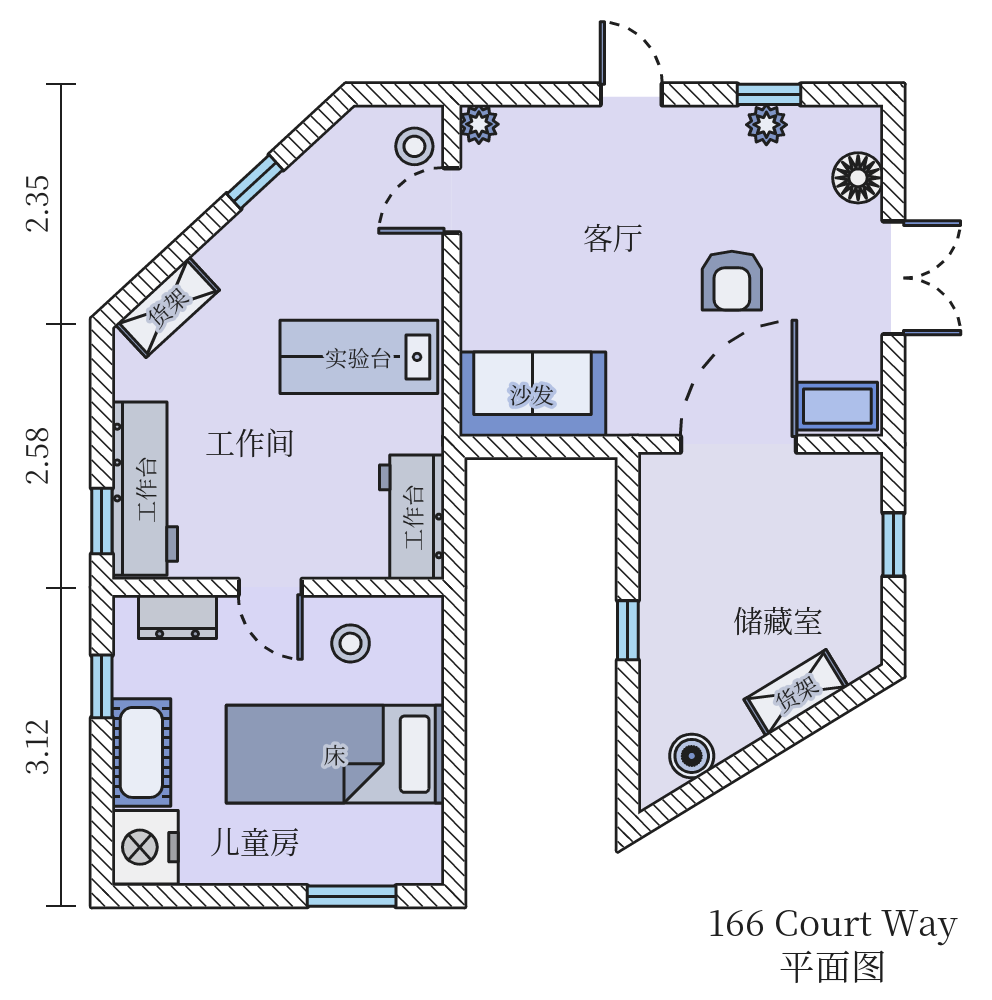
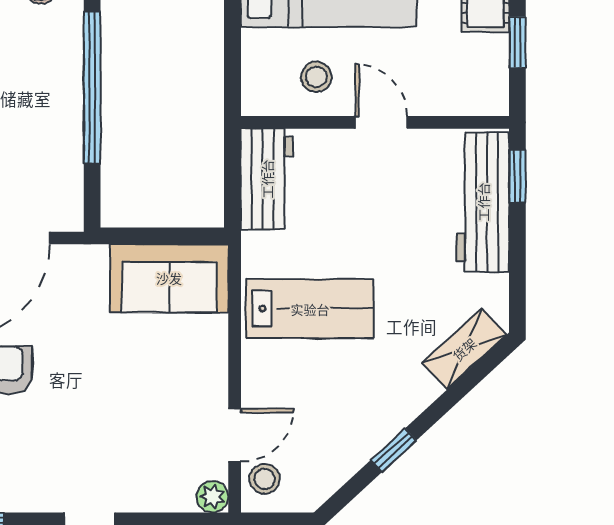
dresser: (177, 617) -> (456, 99), removed
window: (628, 630) -> (92, 88), width x3.17

